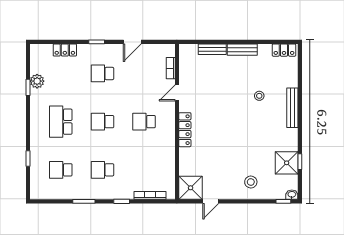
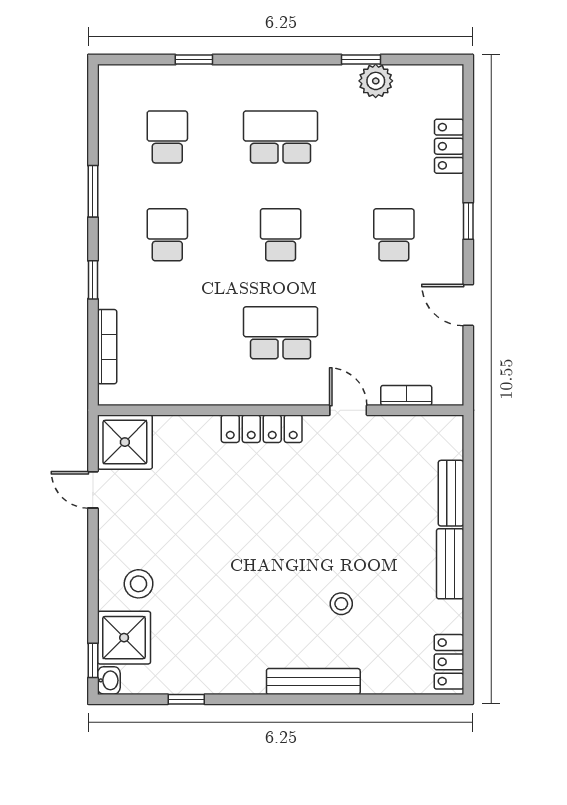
school desk: (144, 122) -> (281, 333), width x1.85
shower: (287, 163) -> (124, 638), moved

